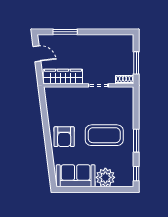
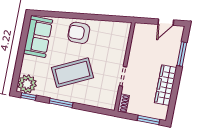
window: (136, 63) -> (149, 120), moved
wardrobe: (63, 77) -> (165, 85), moved, turned 180
coffee table: (104, 135) -> (73, 73), turned 64
plant: (105, 177) -> (27, 84), moved

